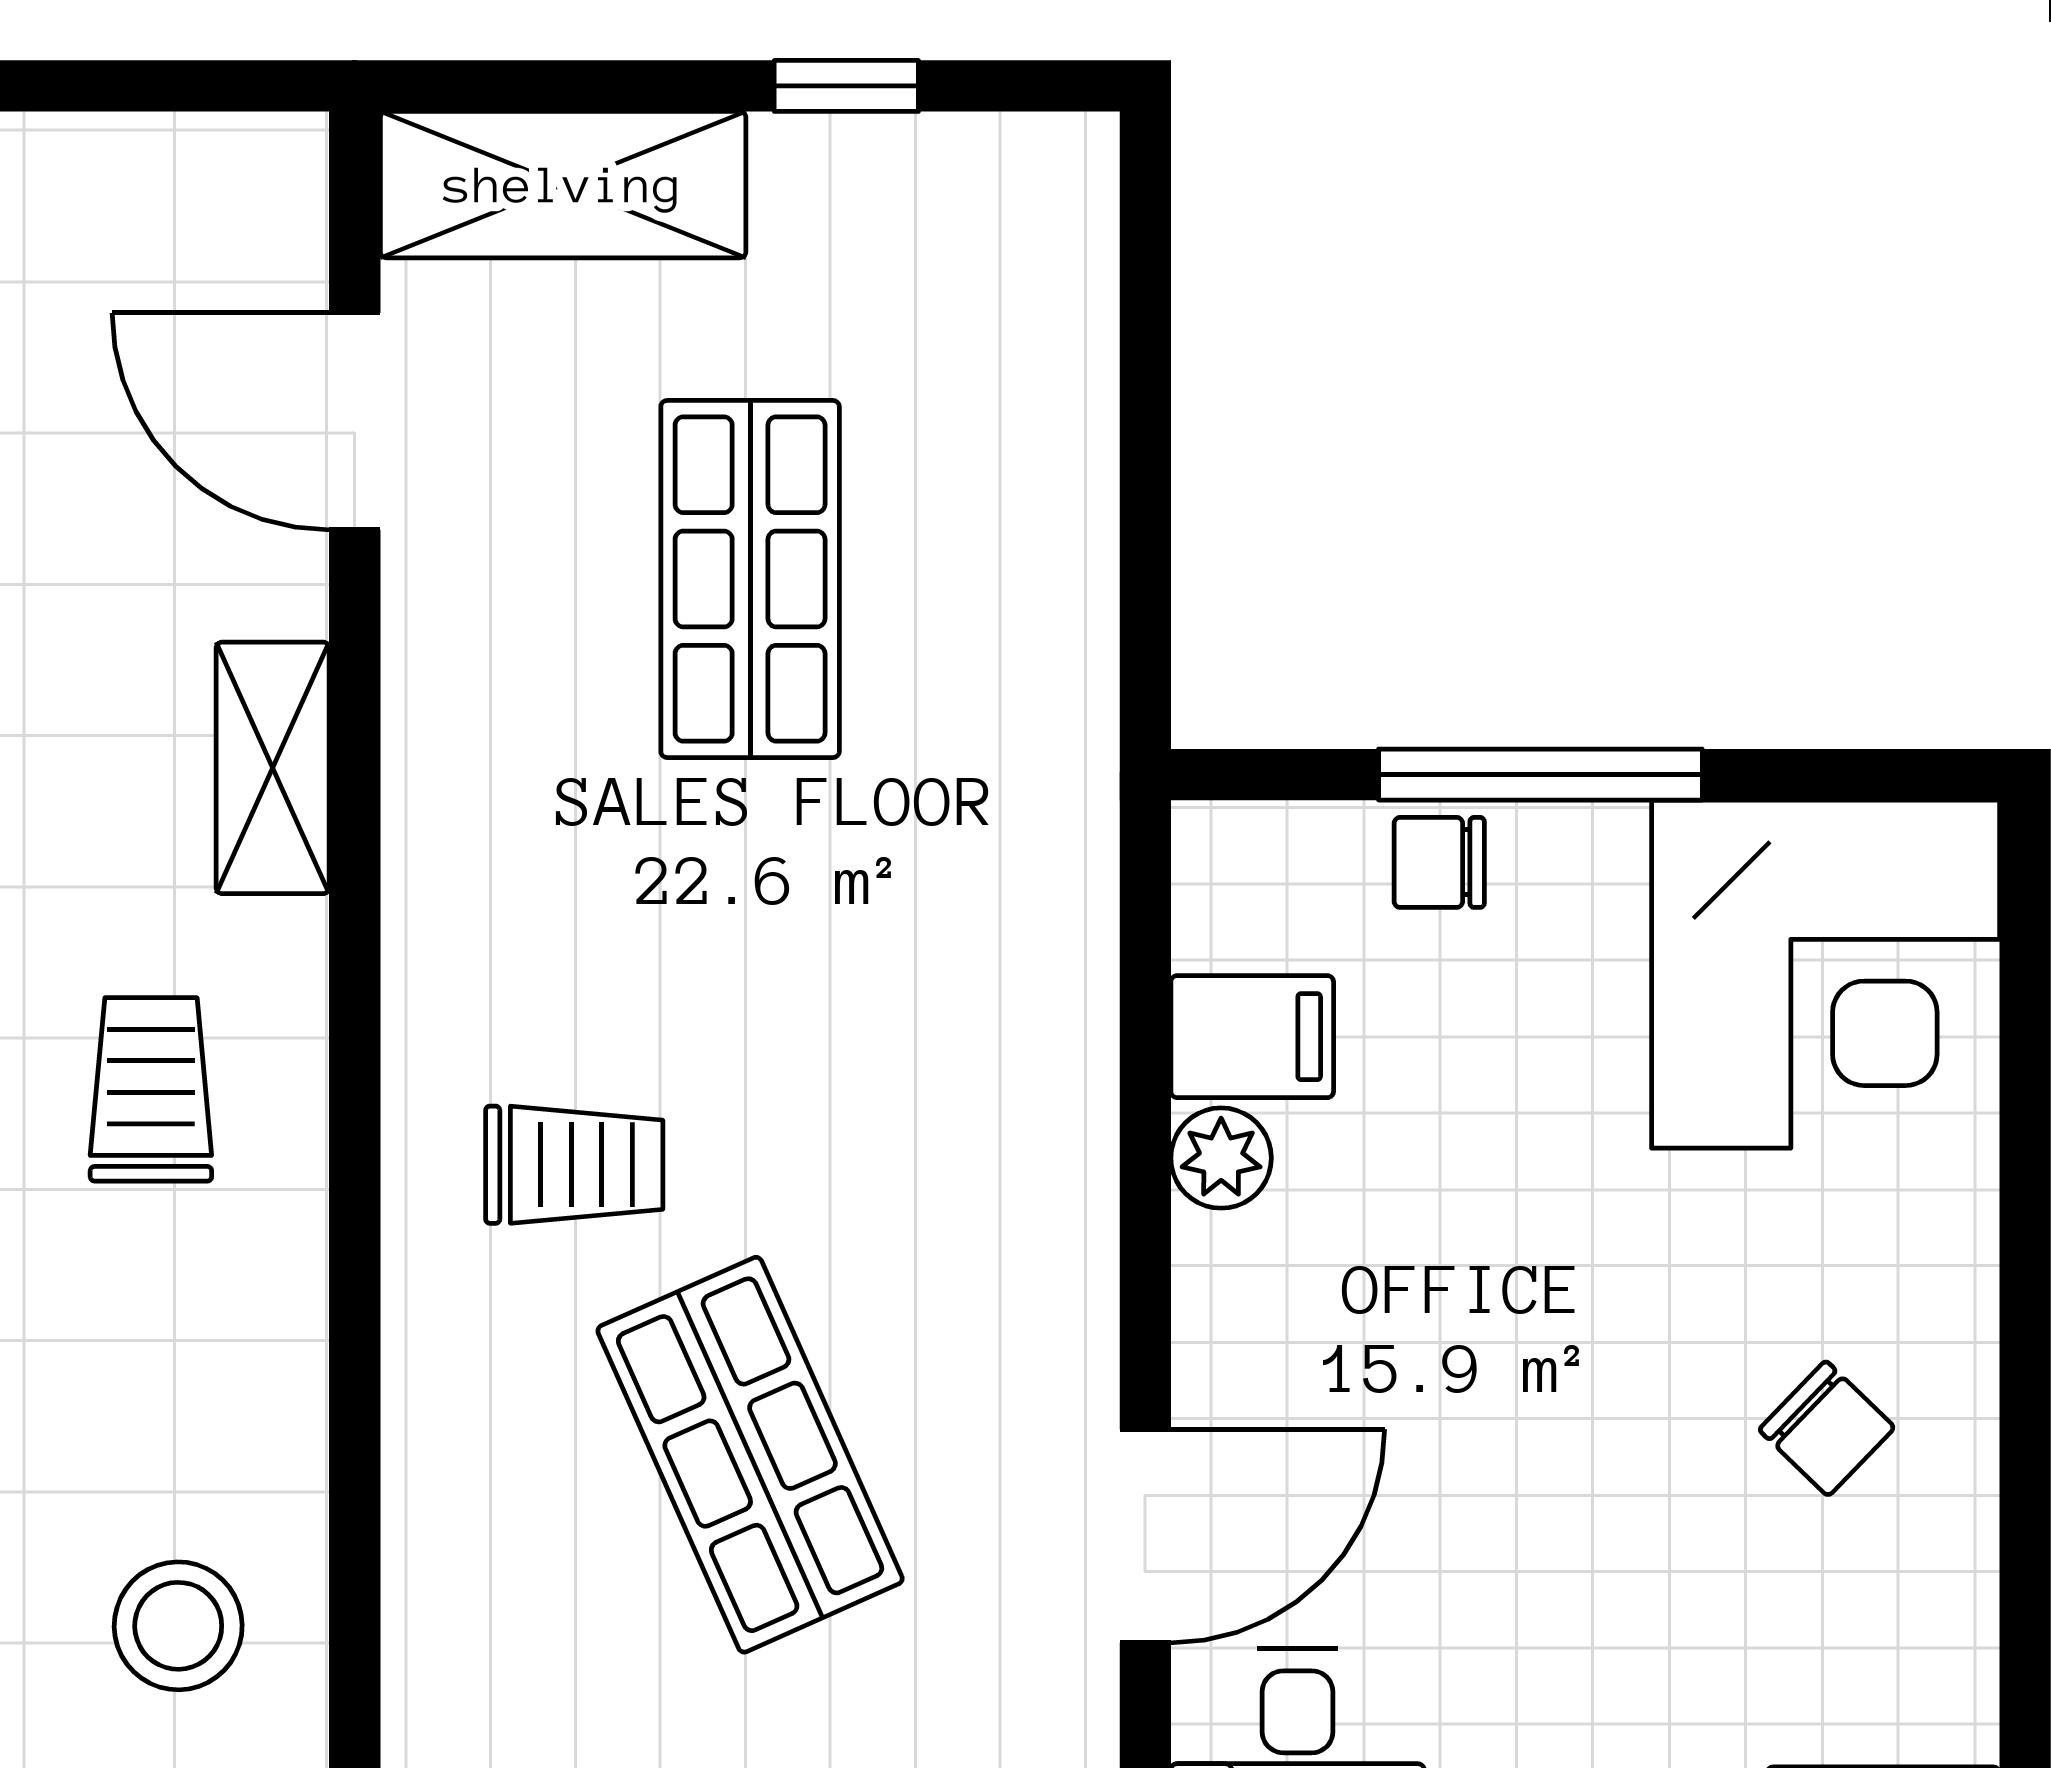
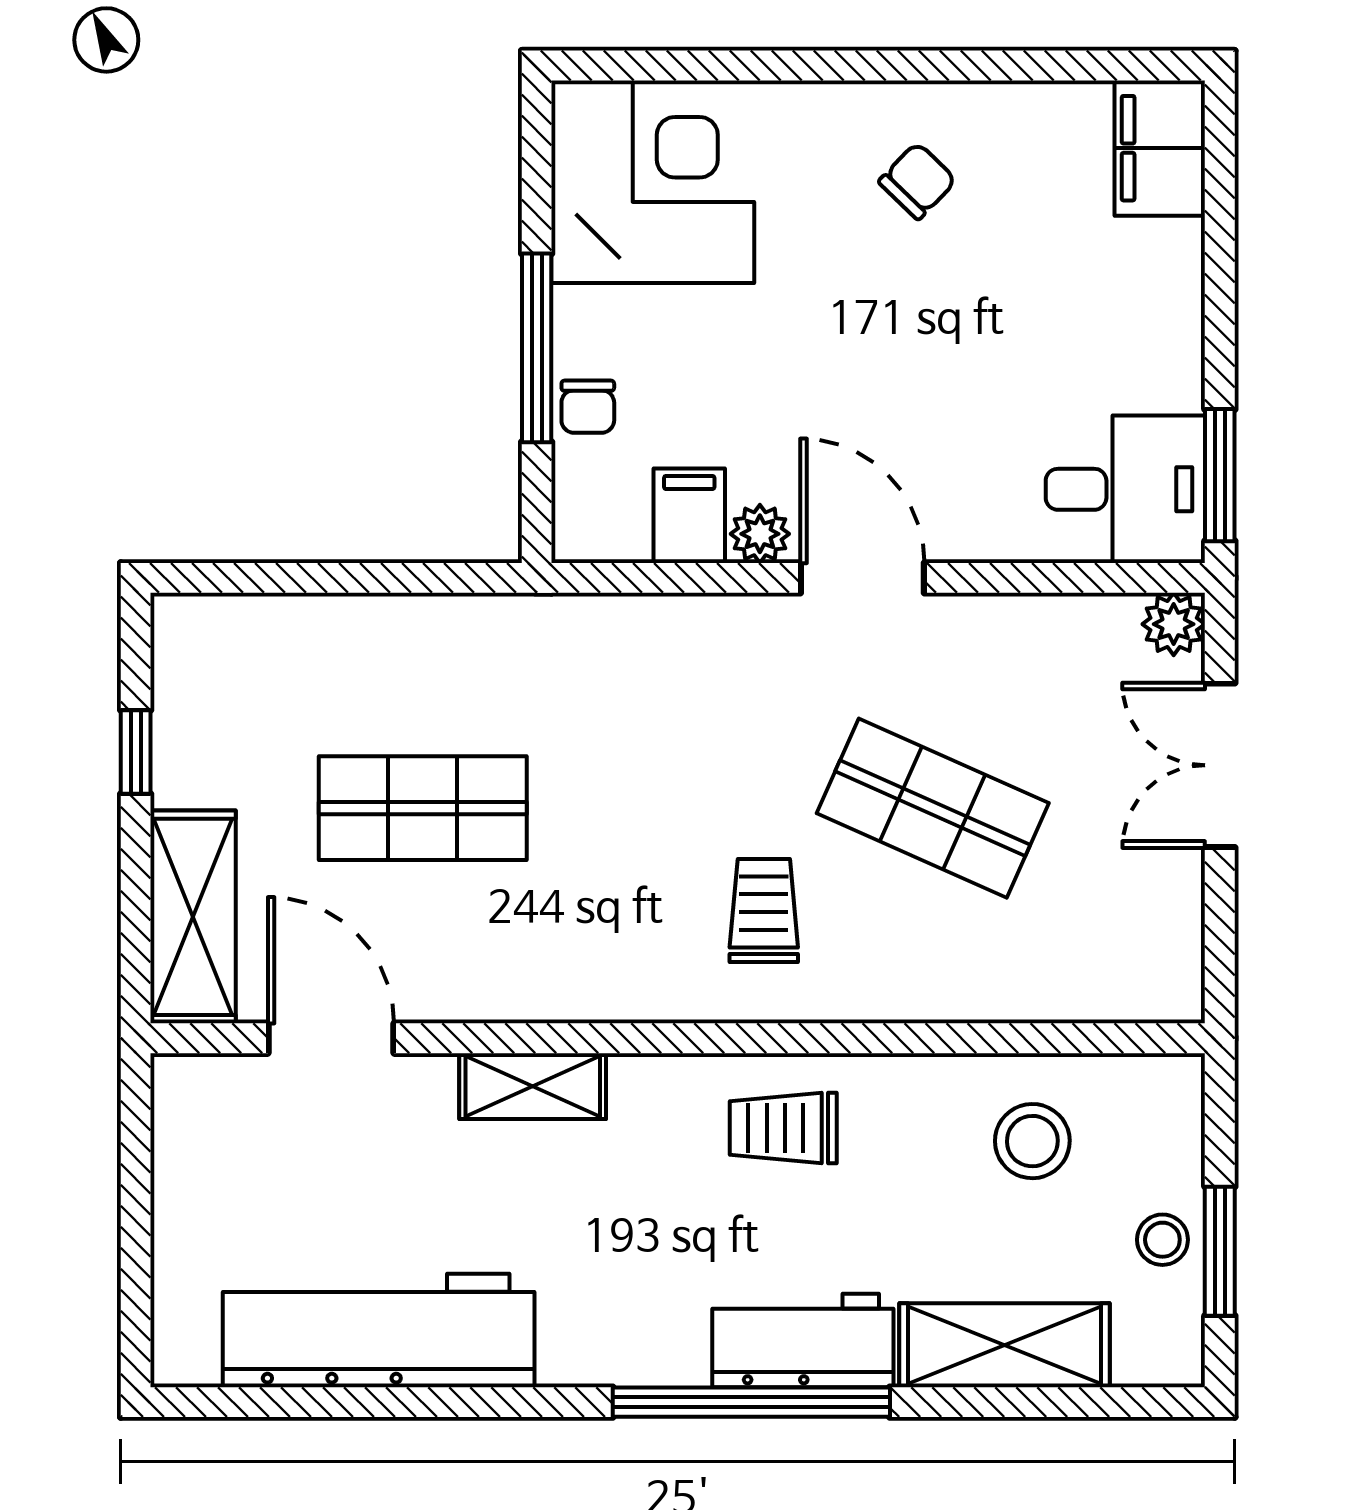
door: (355, 421) -> (331, 1038), swing flipped
trolley: (151, 1089) -> (783, 1128), moved
shop shelf: (750, 1455) -> (933, 808), turned 48
door: (1145, 1536) -> (862, 578), moved

